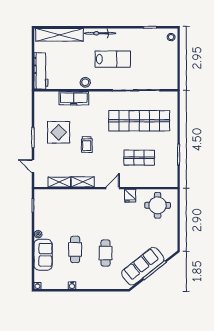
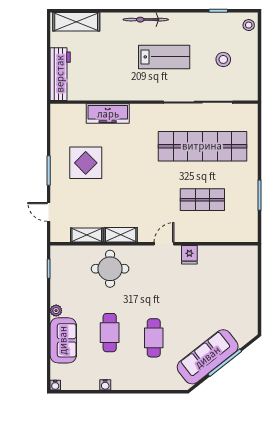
shelving: (60, 35) -> (76, 22), width x0.68
stool: (85, 82) -> (223, 59), moved
trolley: (87, 144) -> (127, 181), removed
round table: (158, 205) -> (110, 269), moved

